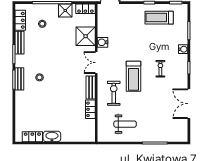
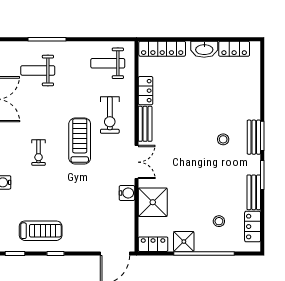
weight bench: (161, 123) -> (38, 70), added
weight bench: (125, 124) -> (108, 63), moved
locker: (79, 137) -> (162, 49), added

